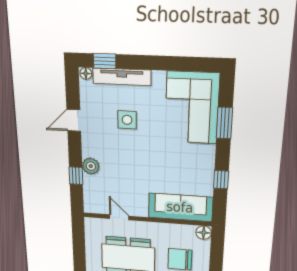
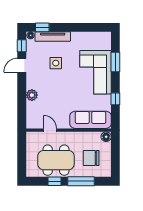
corner sofa: (192, 108) -> (95, 72), moved
window: (76, 176) -> (22, 46), moved

